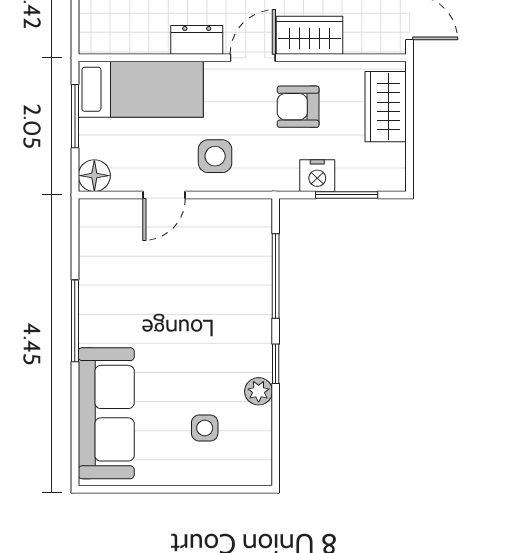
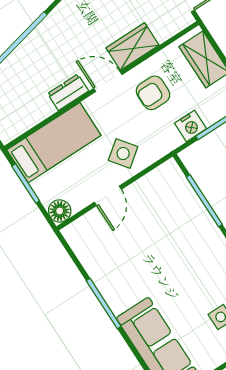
door: (253, 58) -> (108, 81), hinge flipped
side table: (215, 156) -> (123, 154), turned -37

